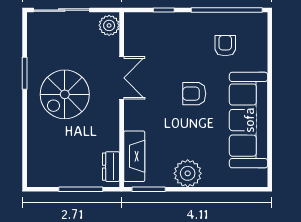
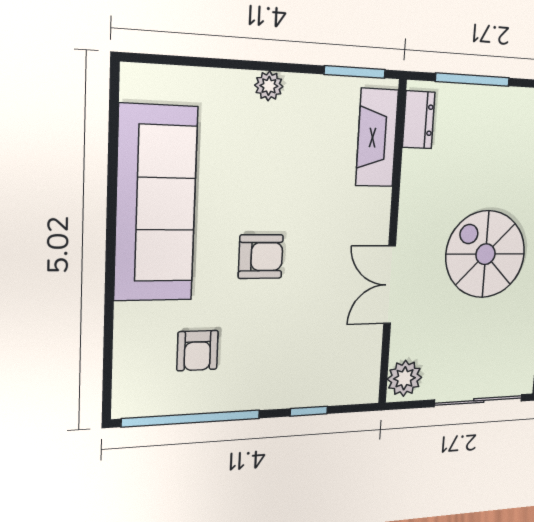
spiral stairs: (65, 94) -> (485, 254), turned -90
plant: (188, 173) -> (269, 86), width x0.53, depth x0.53

